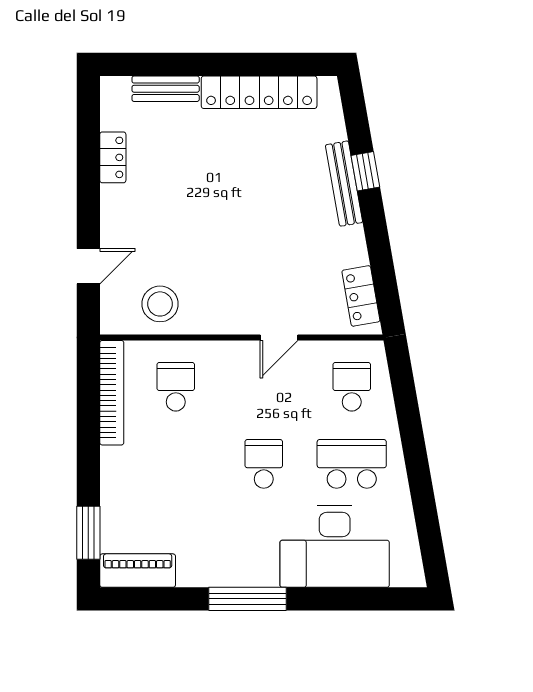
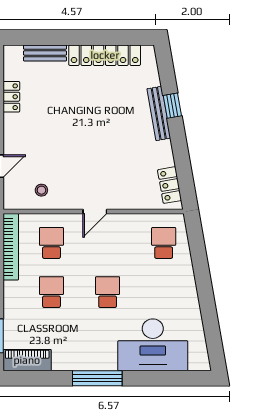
stool: (160, 304) -> (41, 190), width x0.53, depth x0.53
door: (279, 337) -> (95, 212), moved
school desk: (352, 464) -> (51, 292), moved, width x0.54

